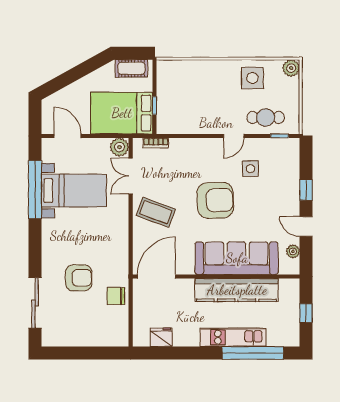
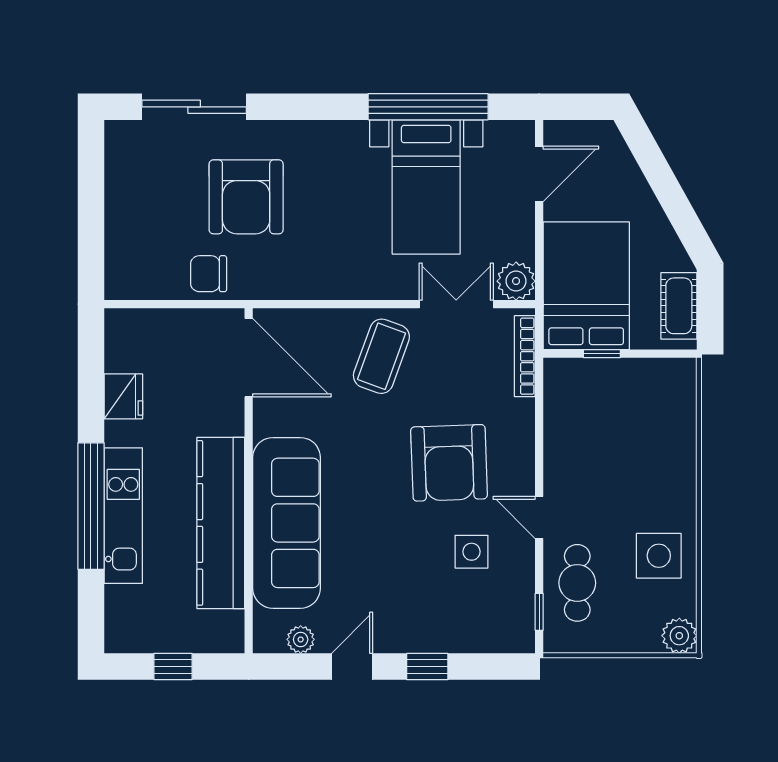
bookcase: (156, 143) -> (525, 356), width x1.56
armchair: (215, 200) -> (449, 463), moved
armchair: (79, 278) -> (246, 197), width x1.36, depth x1.36
chair: (116, 296) -> (209, 274), turned -90
fridge: (161, 337) -> (123, 396), moved
window: (253, 353) -> (91, 506), moved

